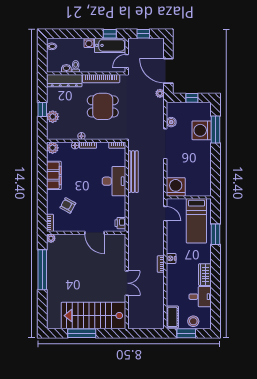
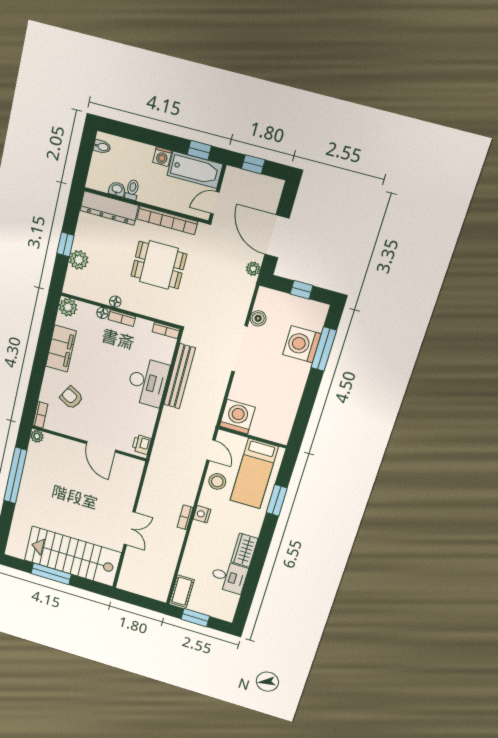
stool: (193, 321) -> (217, 481), moved

